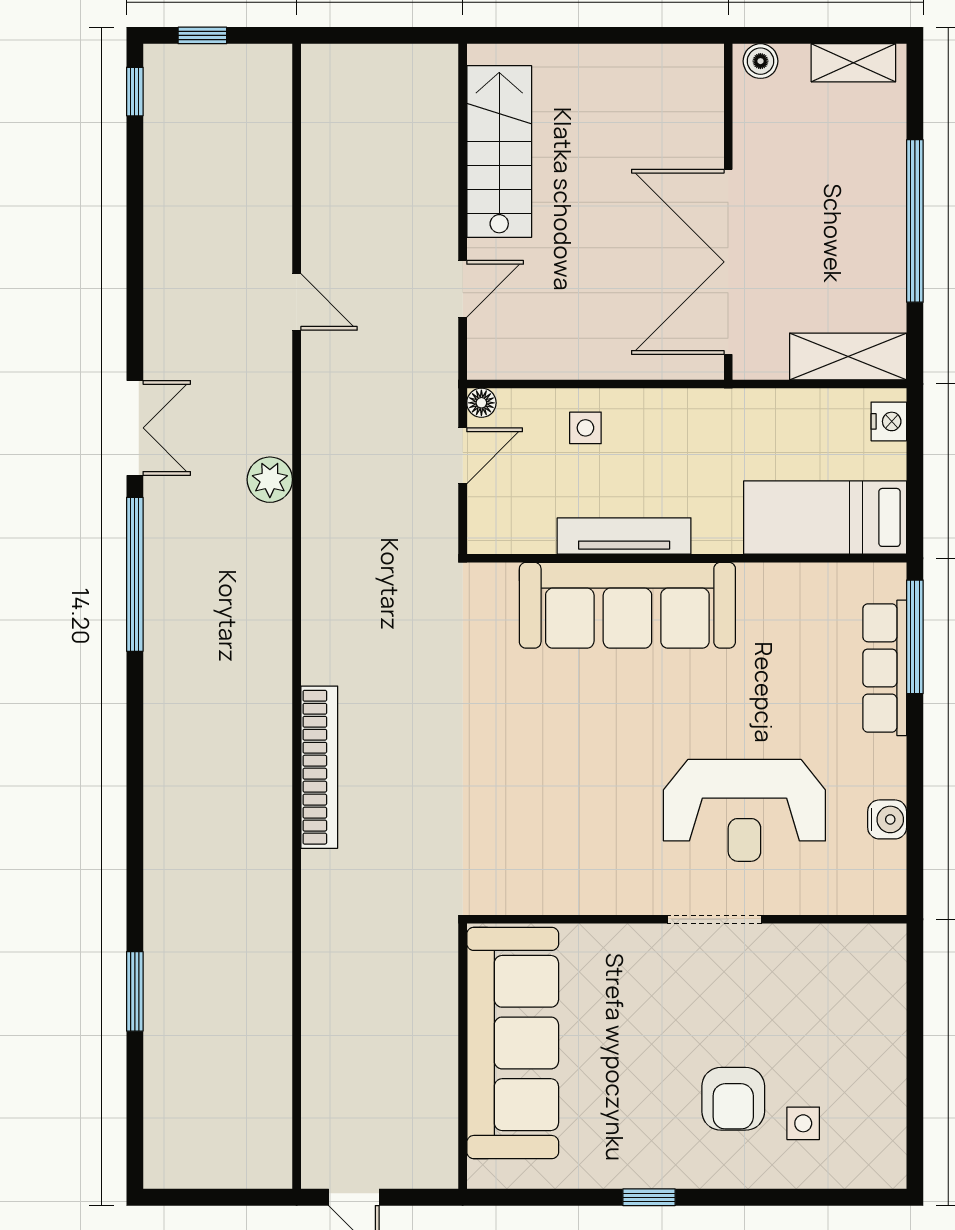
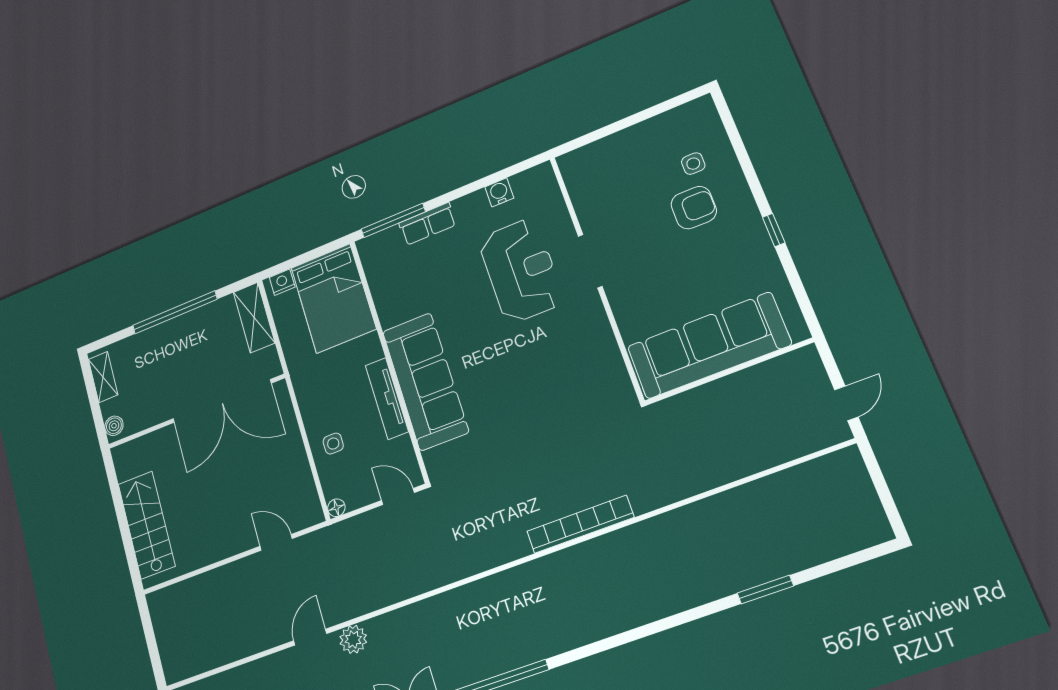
stairs: (499, 151) -> (146, 525), moved, turned 90
door: (463, 456) -> (398, 496), moved
plant: (270, 480) -> (353, 639), moved
bed: (825, 517) -> (333, 298), width x1.50
row of seats: (885, 668) -> (427, 224), width x0.68

